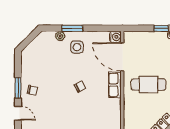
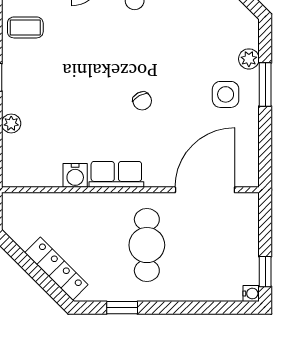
water cooler: (115, 37) -> (75, 175), moved
row of seats: (115, 85) -> (116, 174), moved

